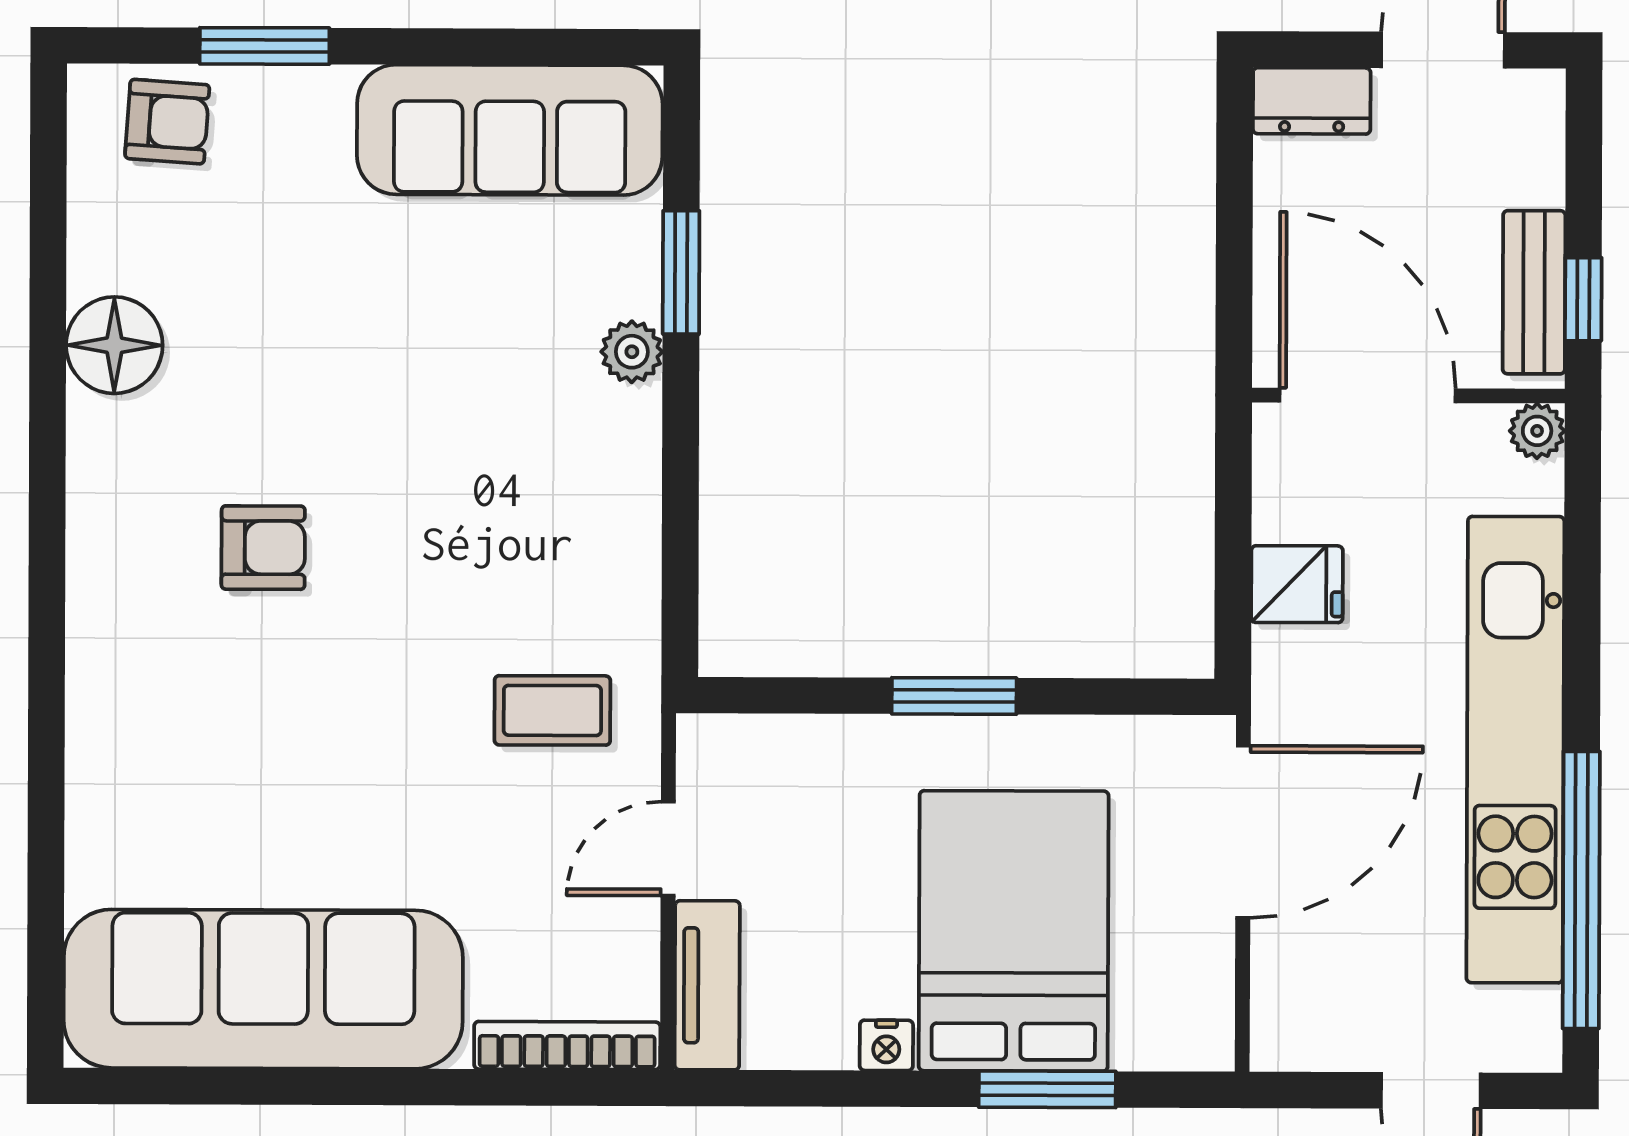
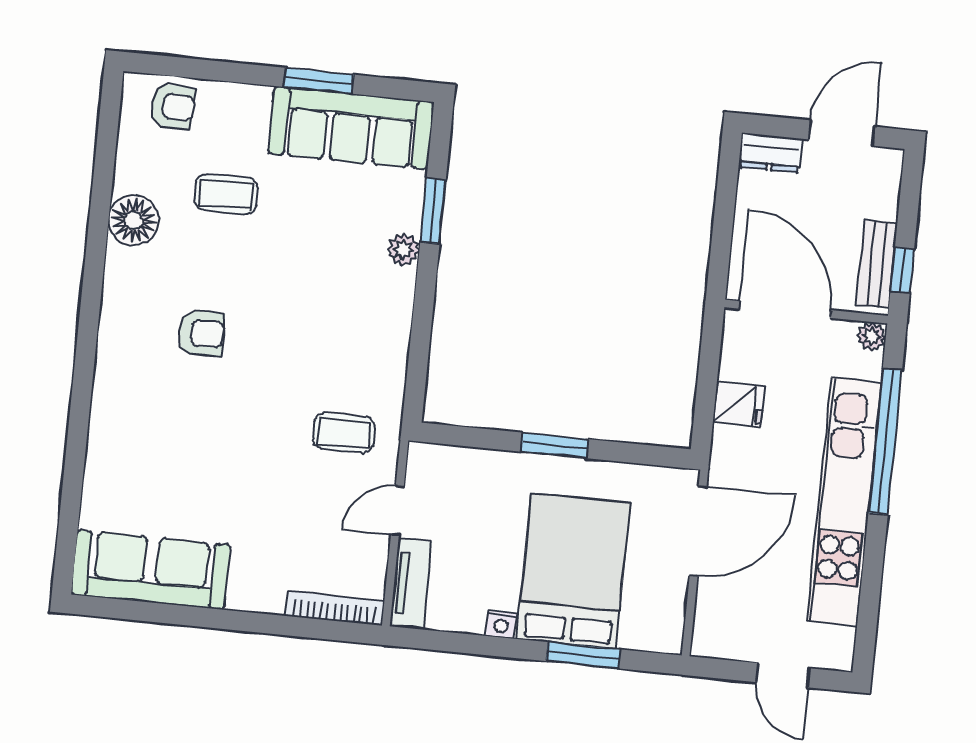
window: (265, 46) -> (319, 81), moved
coffee table: (285, 278) -> (226, 194), added
window: (1581, 890) -> (885, 441), moved
sofa: (263, 989) -> (151, 570), width x0.74, depth x0.79

